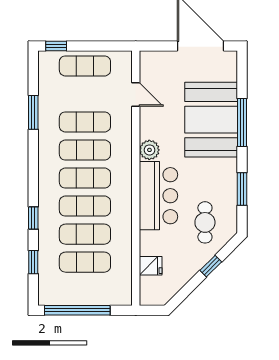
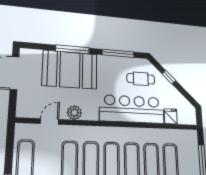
plant: (149, 150) -> (74, 113), moved
window: (242, 189) -> (118, 53), width x1.44
bar counter: (159, 196) -> (132, 109), width x1.36

